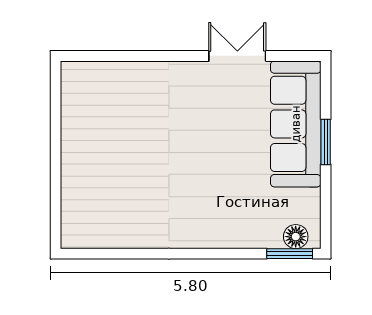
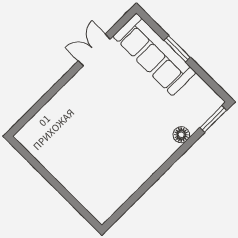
floor lamp: (296, 237) -> (181, 135), moved

